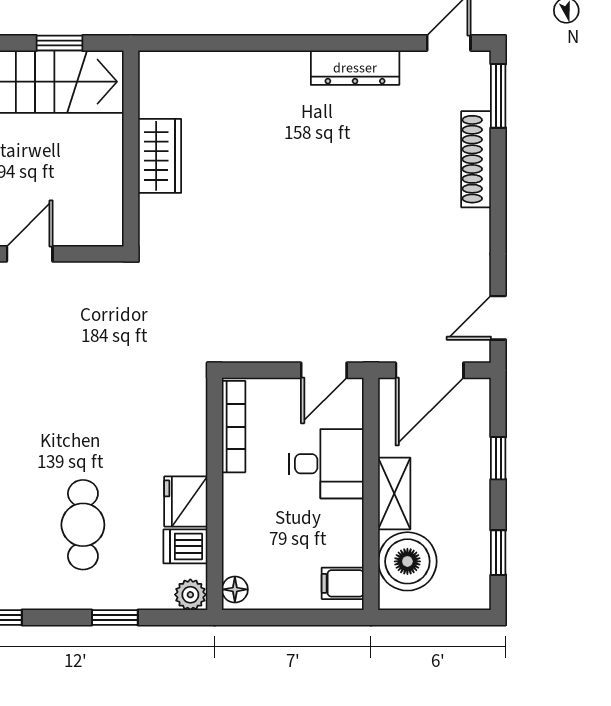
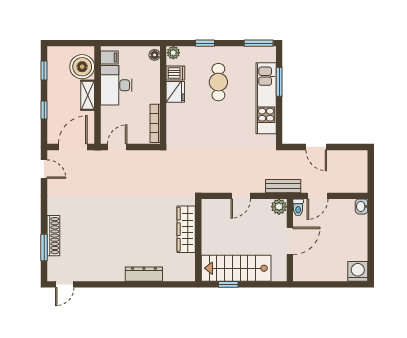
dresser: (355, 68) -> (144, 274), moved
window: (498, 96) -> (44, 247), moved
wardrobe: (160, 156) -> (186, 229), width x1.50
door: (498, 318) -> (44, 169), hinge flipped
desk: (326, 464) -> (116, 85), moved, width x1.37

